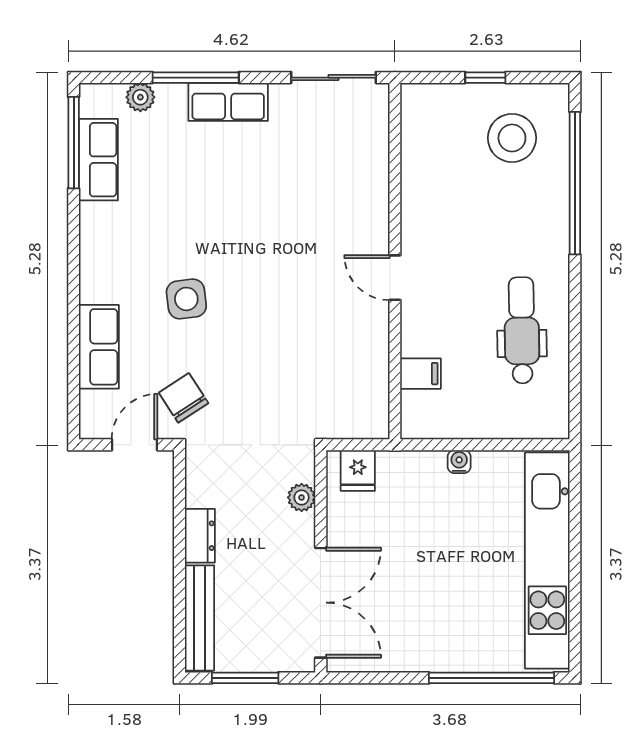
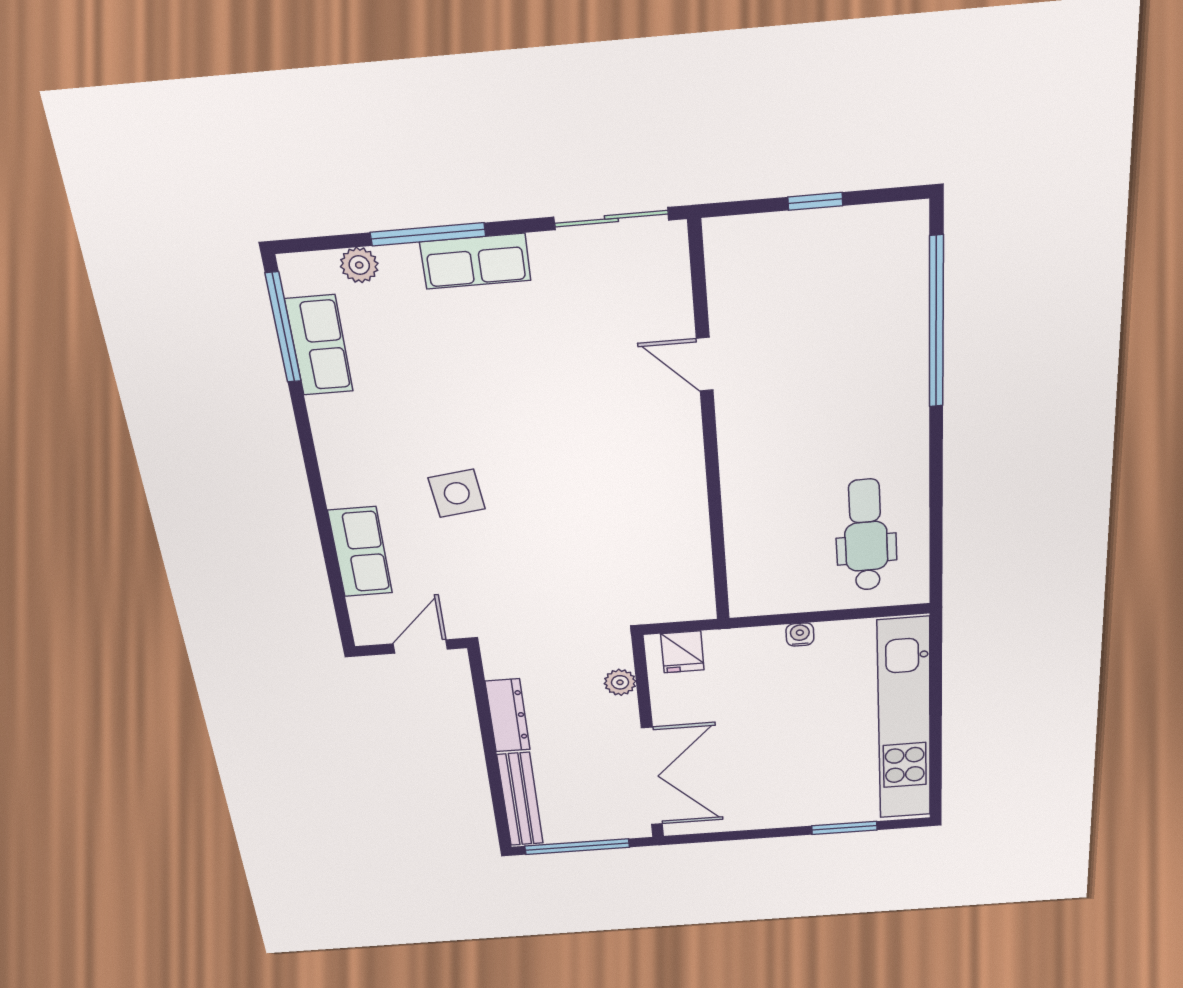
stool: (512, 138) -> (853, 275), removed
door: (395, 278) -> (705, 364), moved
dental chair: (522, 330) -> (866, 535), moved
filing cabinet: (420, 374) -> (749, 550), removed
chair: (184, 398) -> (470, 596), removed
dresser: (200, 536) -> (508, 716), width x1.44
window: (245, 678) -> (577, 847), width x1.44
window: (492, 678) -> (844, 828), width x0.47

